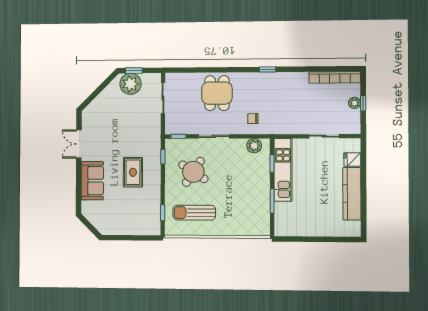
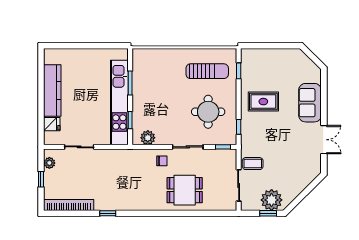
window: (267, 69) -> (108, 213), moved
dining table: (217, 93) -> (185, 190), turned 90
plant: (355, 103) -> (49, 163), moved
chair: (253, 119) -> (162, 161), moved
coffee table: (149, 120) -> (253, 164), added
kitchen unit: (283, 170) -> (119, 103), width x1.36
rug: (133, 172) -> (263, 102), moved, turned 90
round table: (193, 172) -> (208, 112), turned -33

